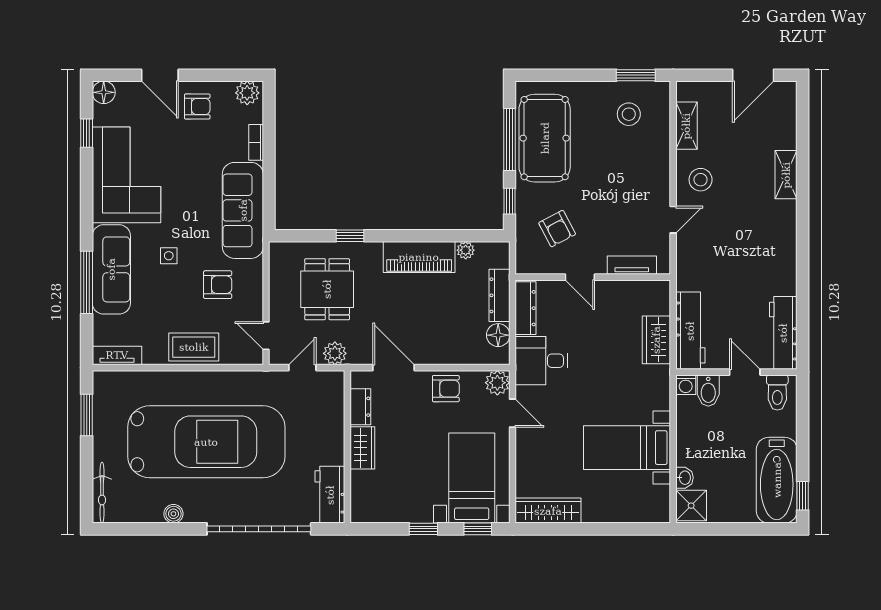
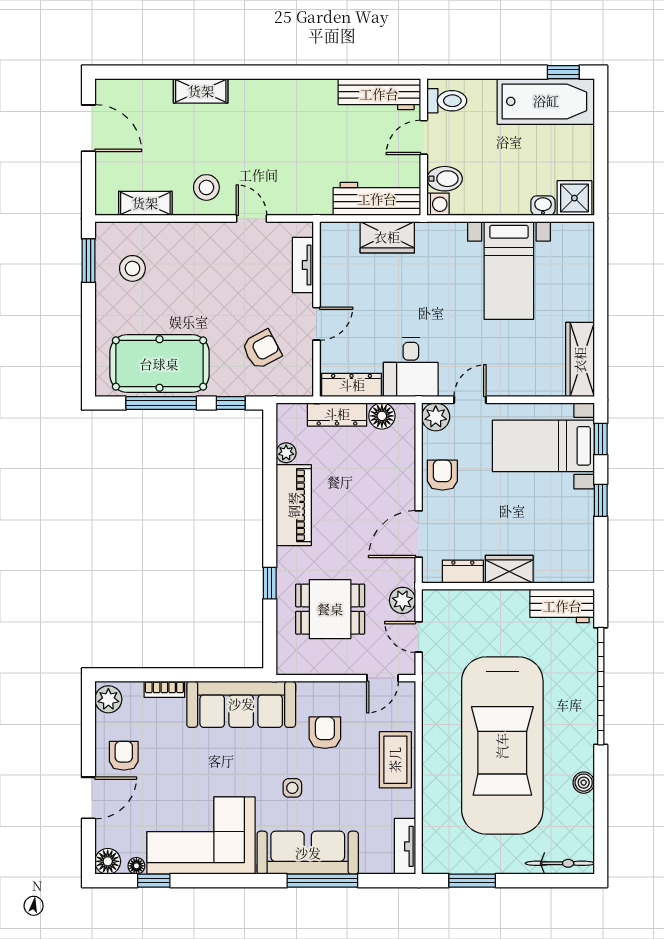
floor lamp: (100, 118) -> (136, 866), added
car: (206, 442) -> (502, 746), turned 180

